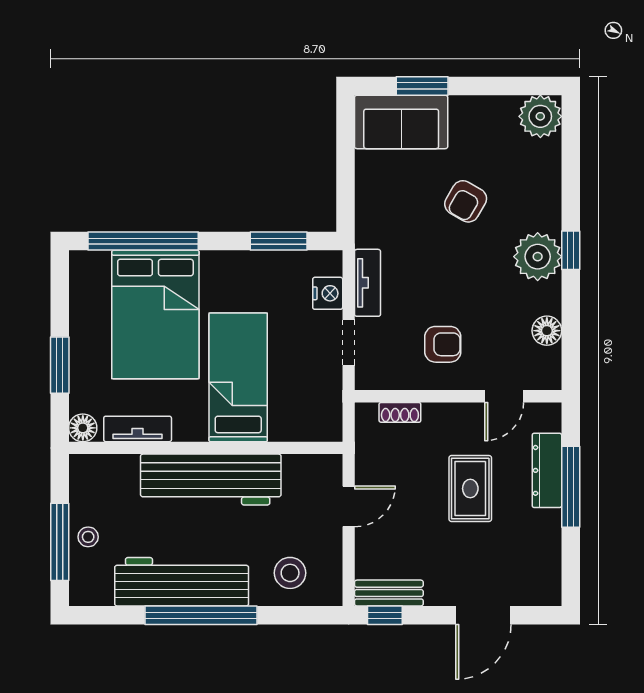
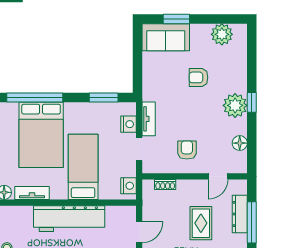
plant: (540, 116) -> (222, 34), moved
armchair: (466, 201) -> (199, 77), turned 60
armchair: (443, 344) -> (187, 150), turned -90
nightstand: (328, 415) -> (128, 186), added

